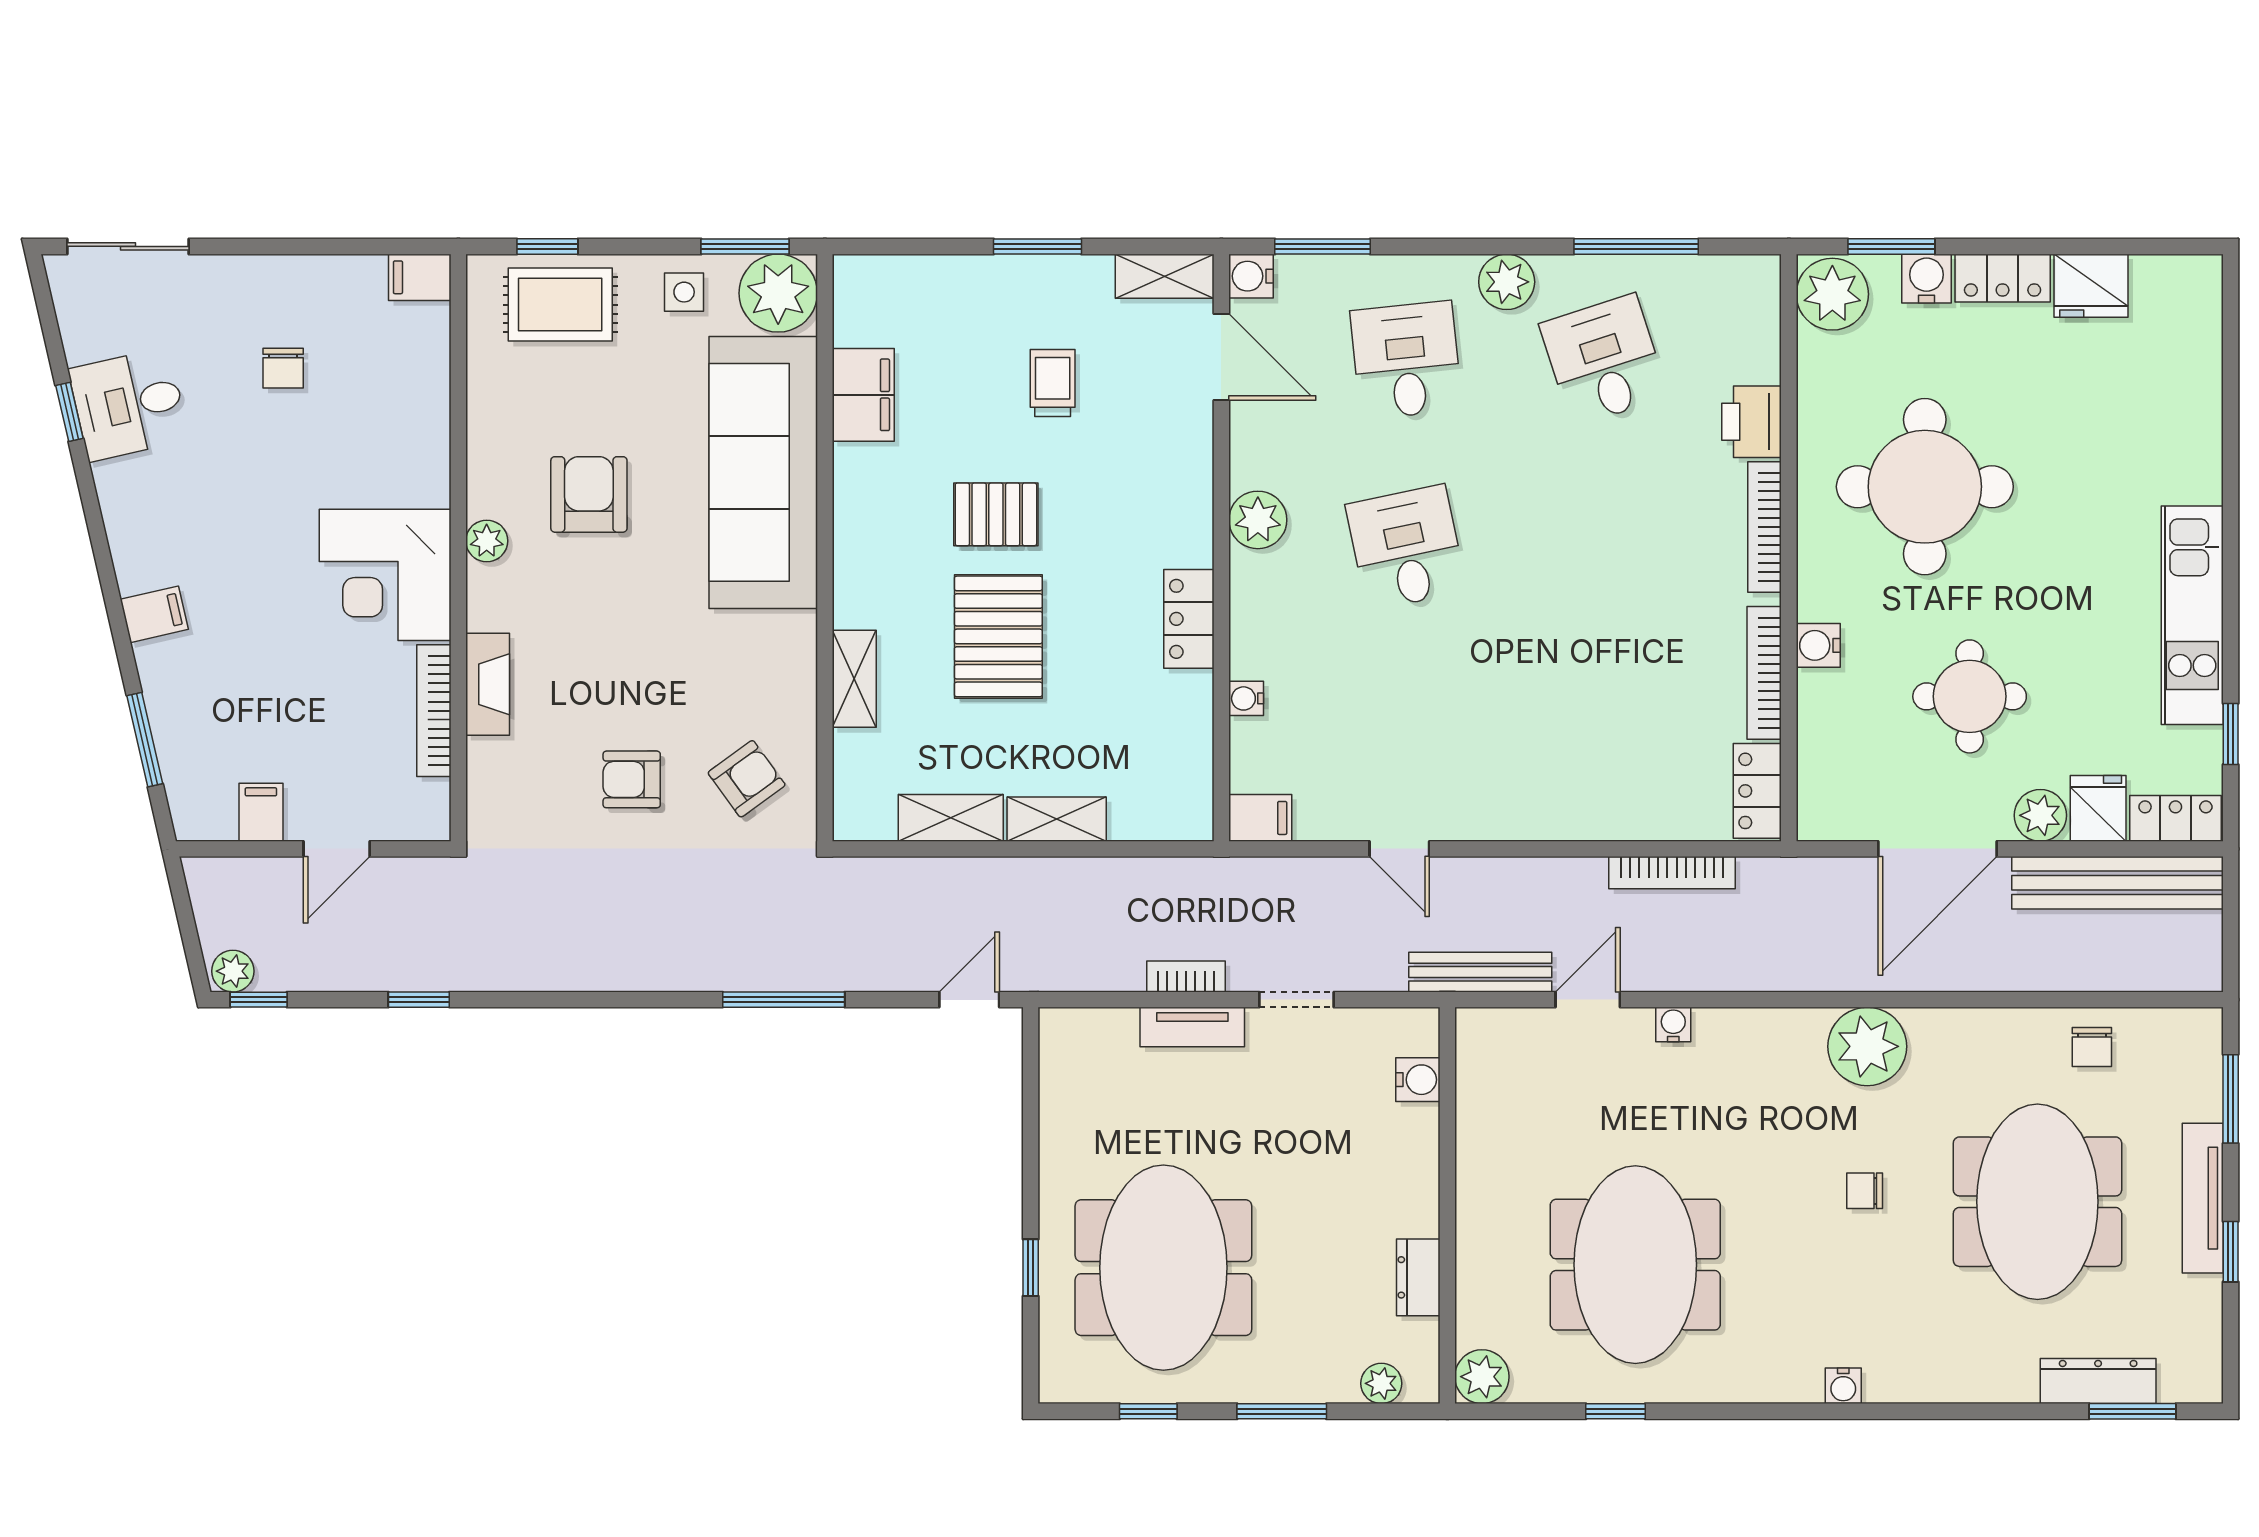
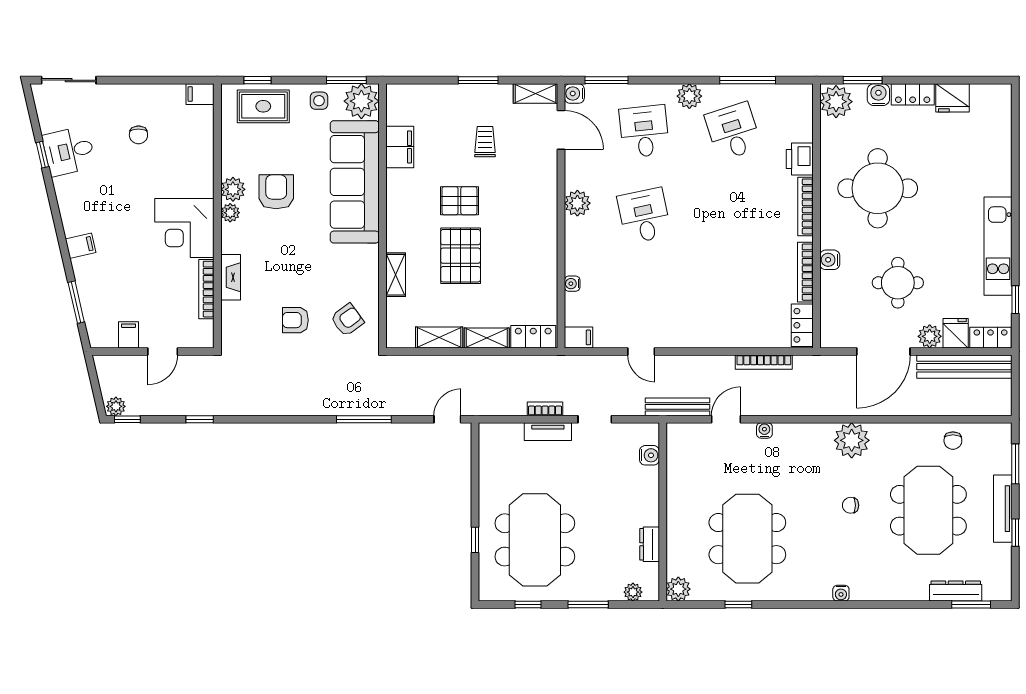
plant: (493, 489) -> (233, 189), added
locker: (1189, 619) -> (533, 337), moved, turned 90

